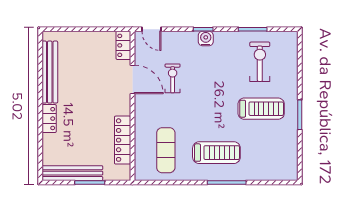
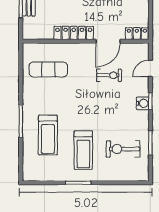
door: (151, 29) -> (150, 68), moved
exercise bike: (260, 62) -> (123, 149), turned 180
locker: (123, 140) -> (74, 33), moved
treadmill: (216, 153) -> (48, 135), moved

